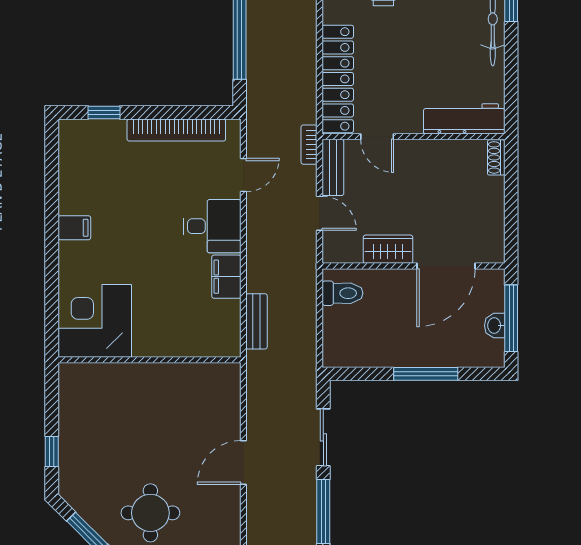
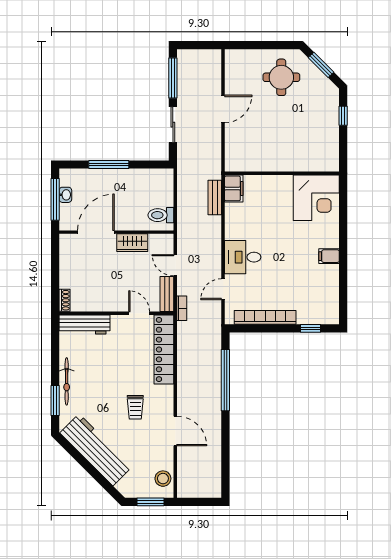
filing cabinet: (226, 277) -> (234, 188), moved

